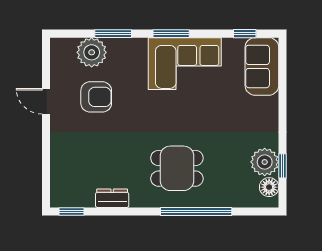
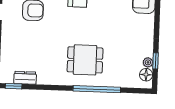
plant: (265, 162) -> (148, 62), width x0.53, depth x0.53
dresser: (112, 198) -> (25, 78), moved

